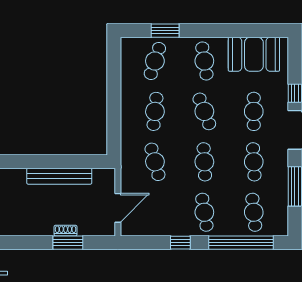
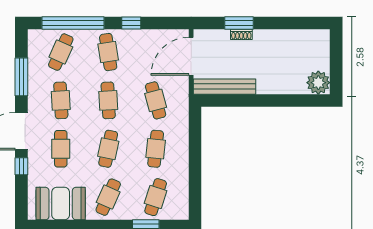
cafe table: (204, 61) -> (108, 197), turned 33
cafe table: (204, 111) -> (108, 149), turned 33
bench: (59, 176) -> (225, 87), moved
door: (118, 208) -> (191, 56), width x1.36
cafe table: (254, 212) -> (61, 52), turned 30

